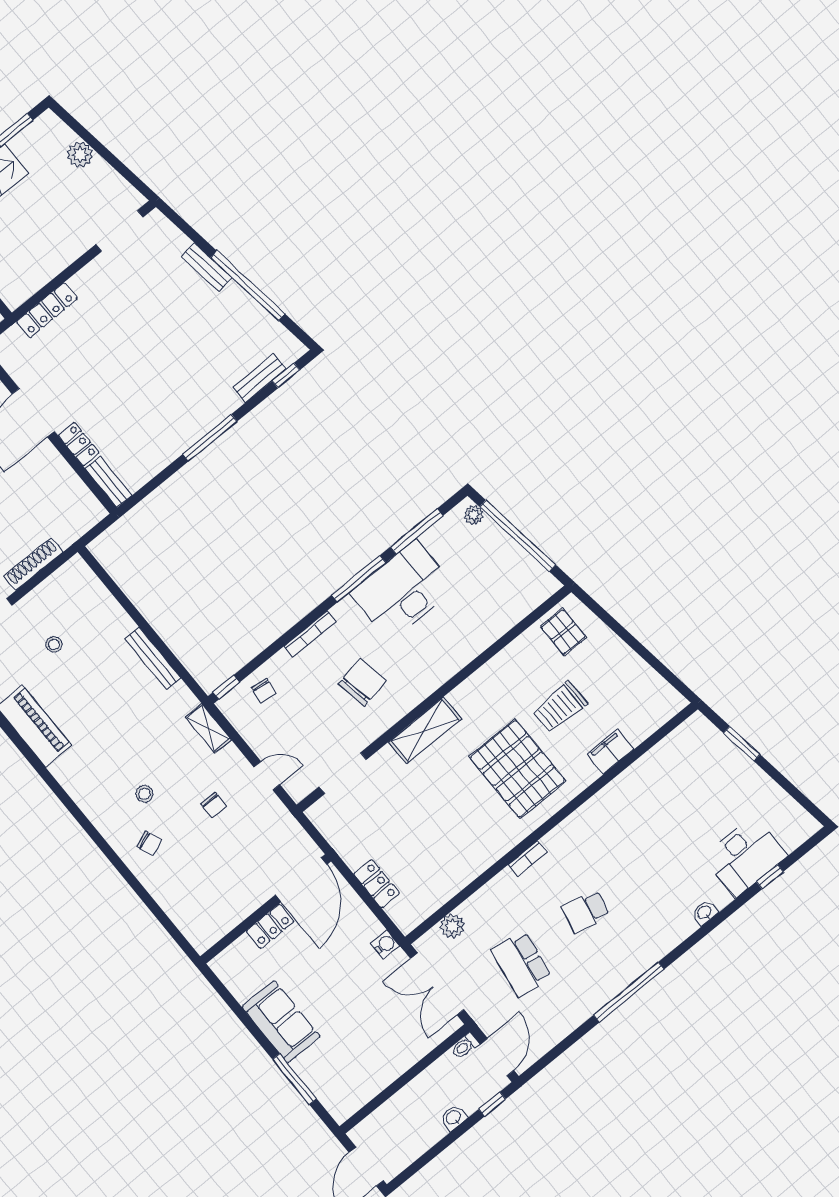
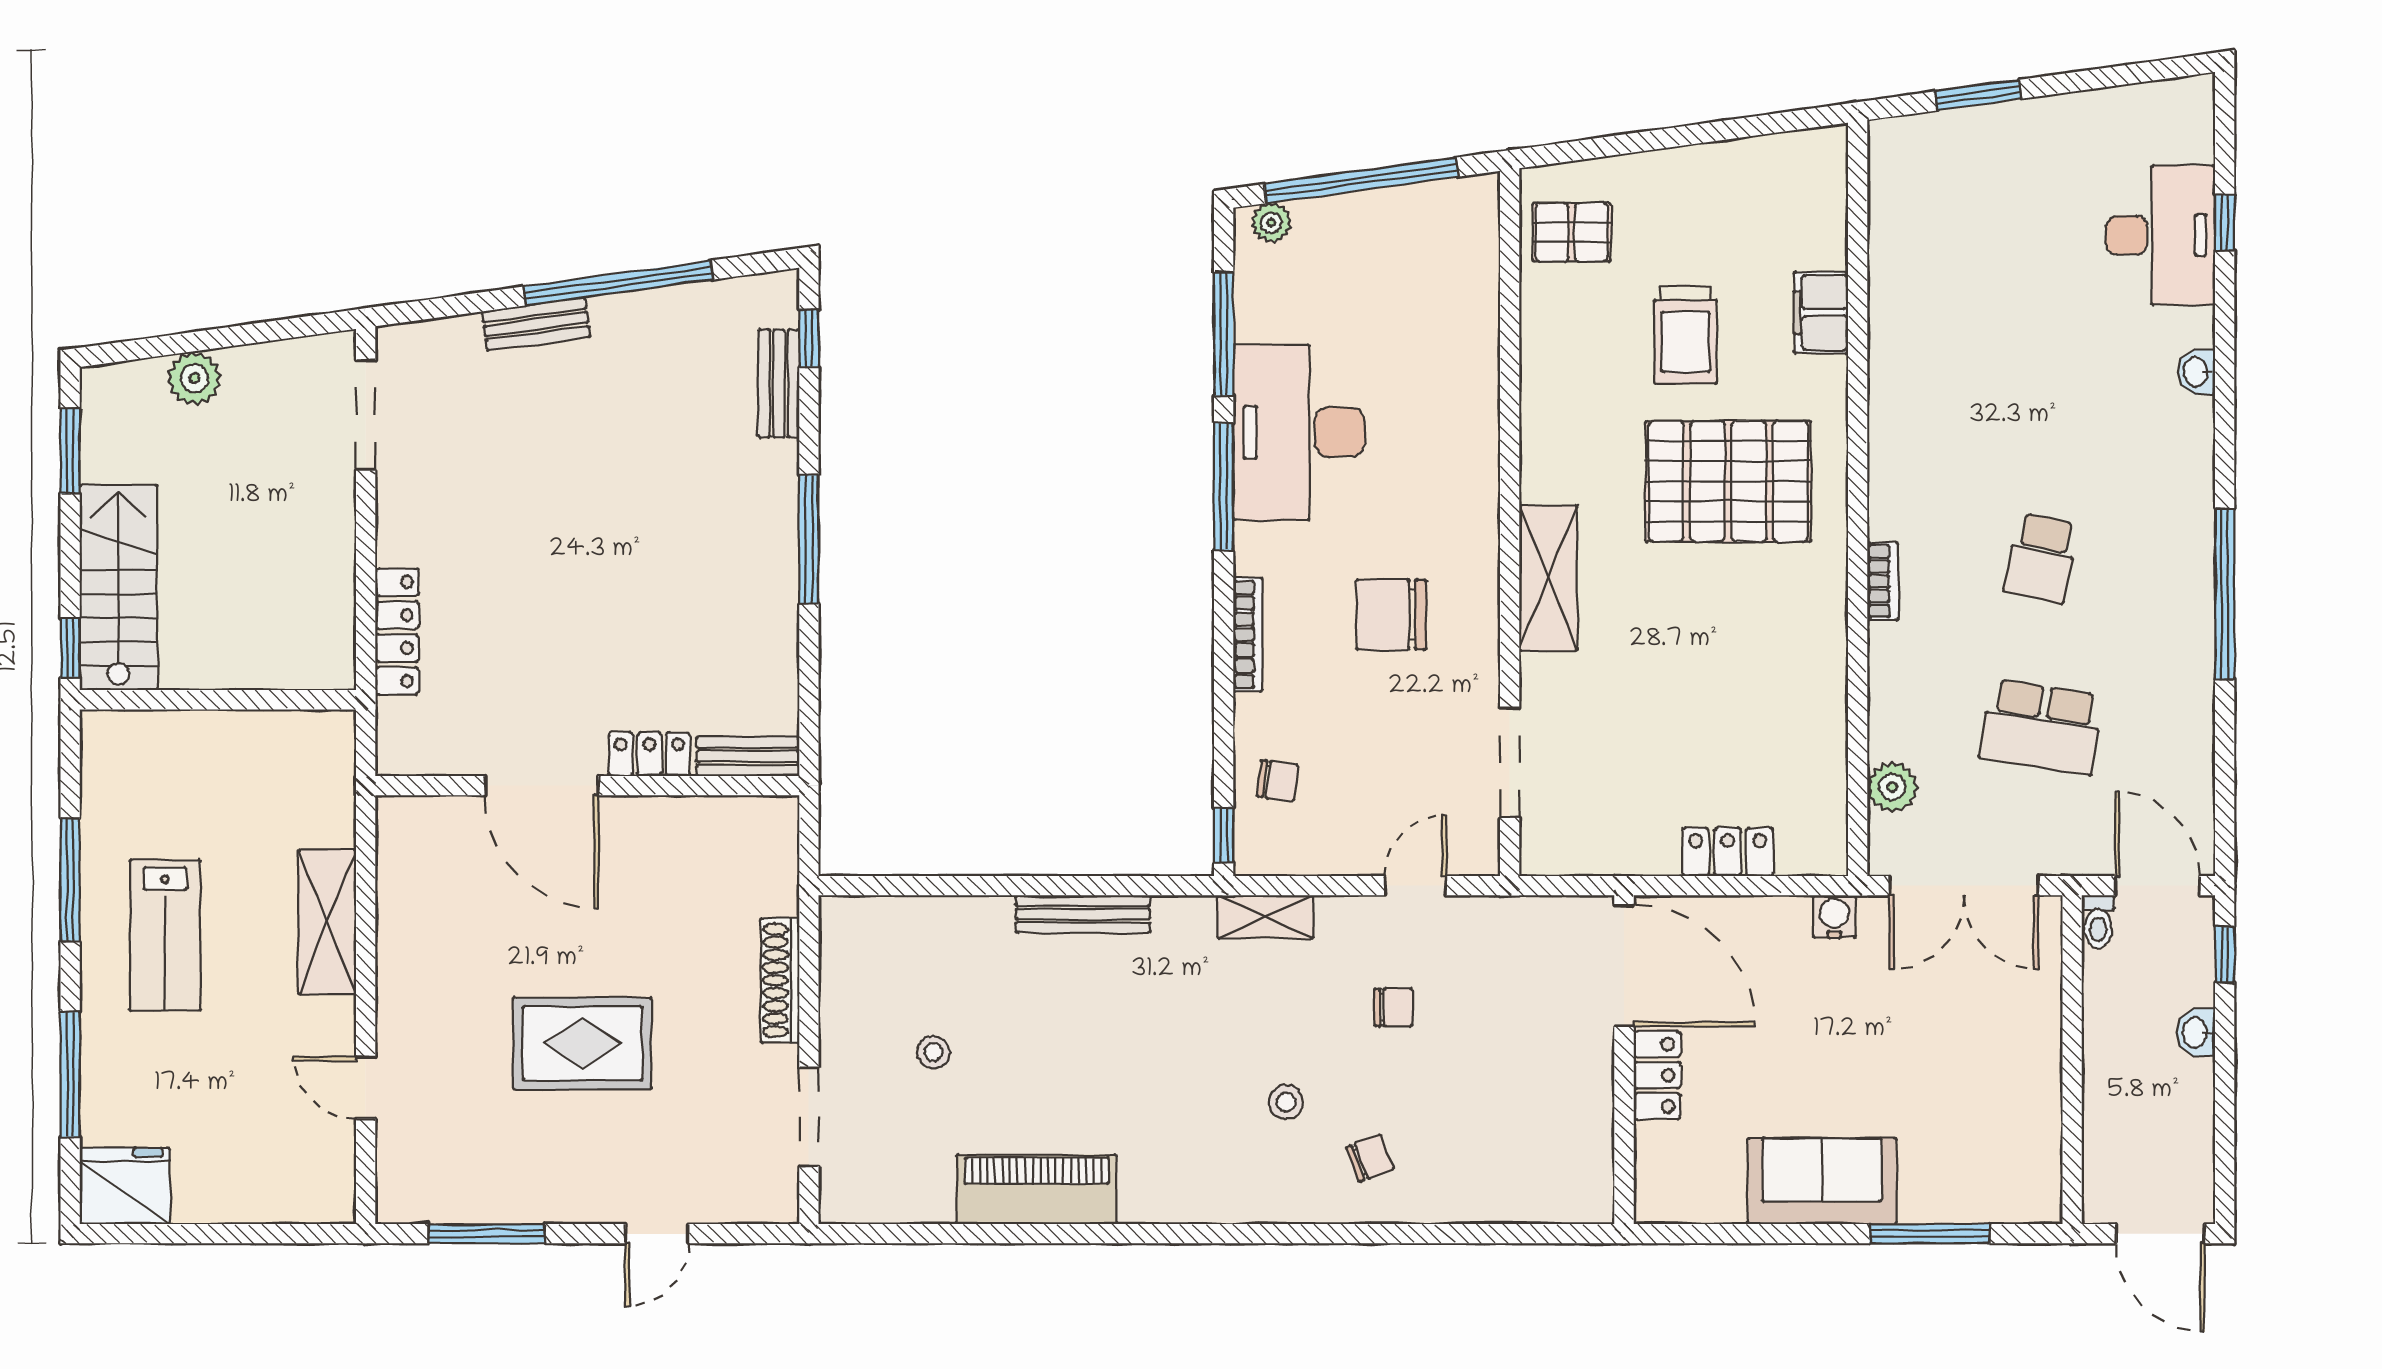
chair: (362, 682) -> (1391, 614), turned -80

